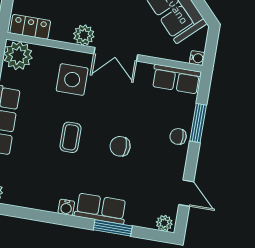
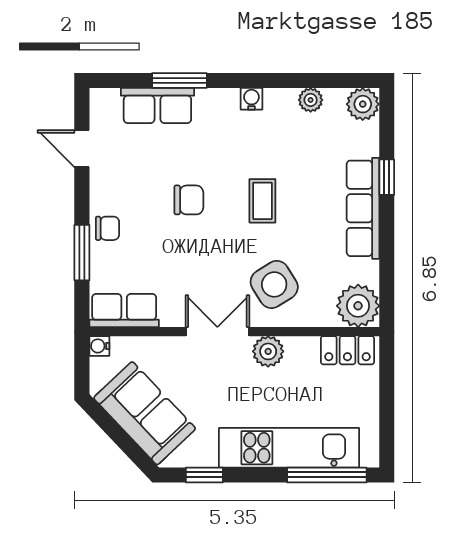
side table: (72, 80) -> (274, 284), turned -32
row of seats: (101, 209) -> (157, 106), moved
plant: (164, 223) -> (311, 100), moved

